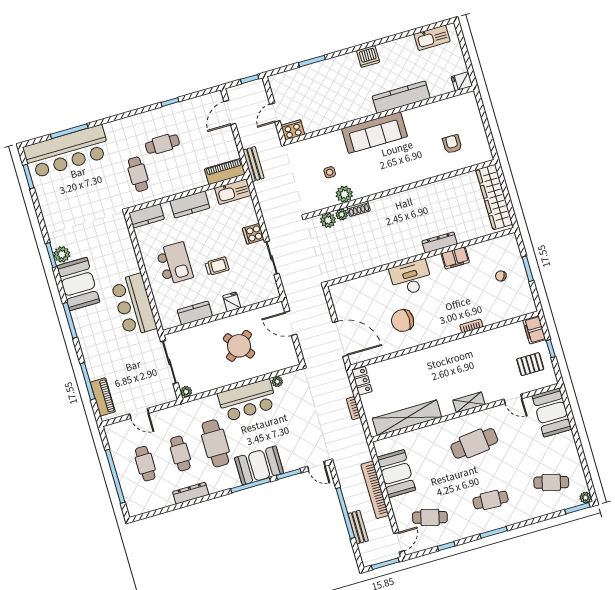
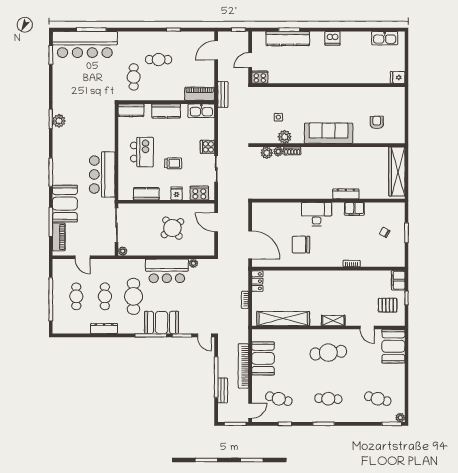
kitchen counter: (401, 97) -> (288, 39), moved, turned 180
sofa: (375, 133) -> (329, 133), moved, turned 180
booth: (78, 284) -> (65, 204), moved
cooker: (260, 293) -> (199, 193), added

